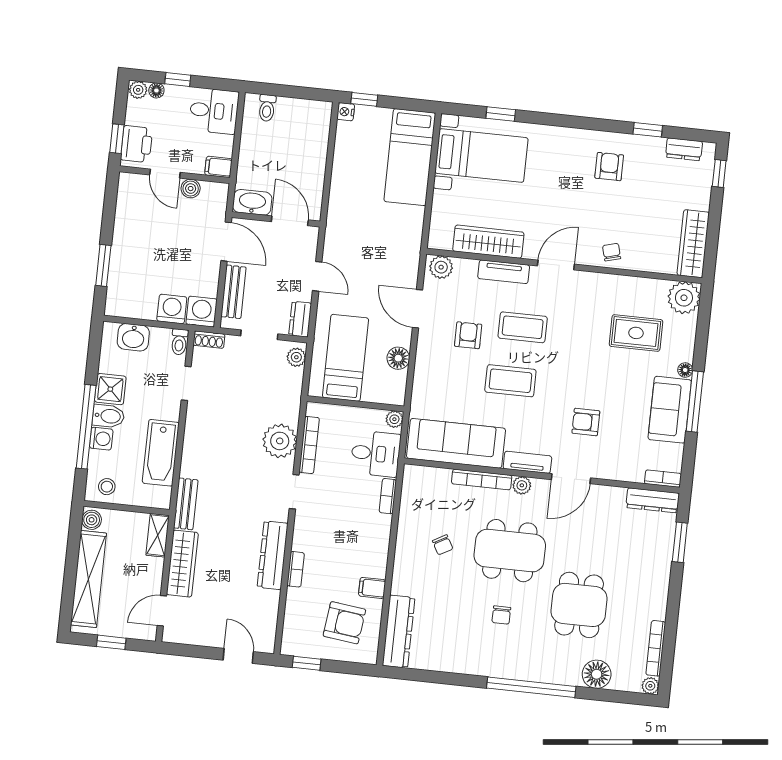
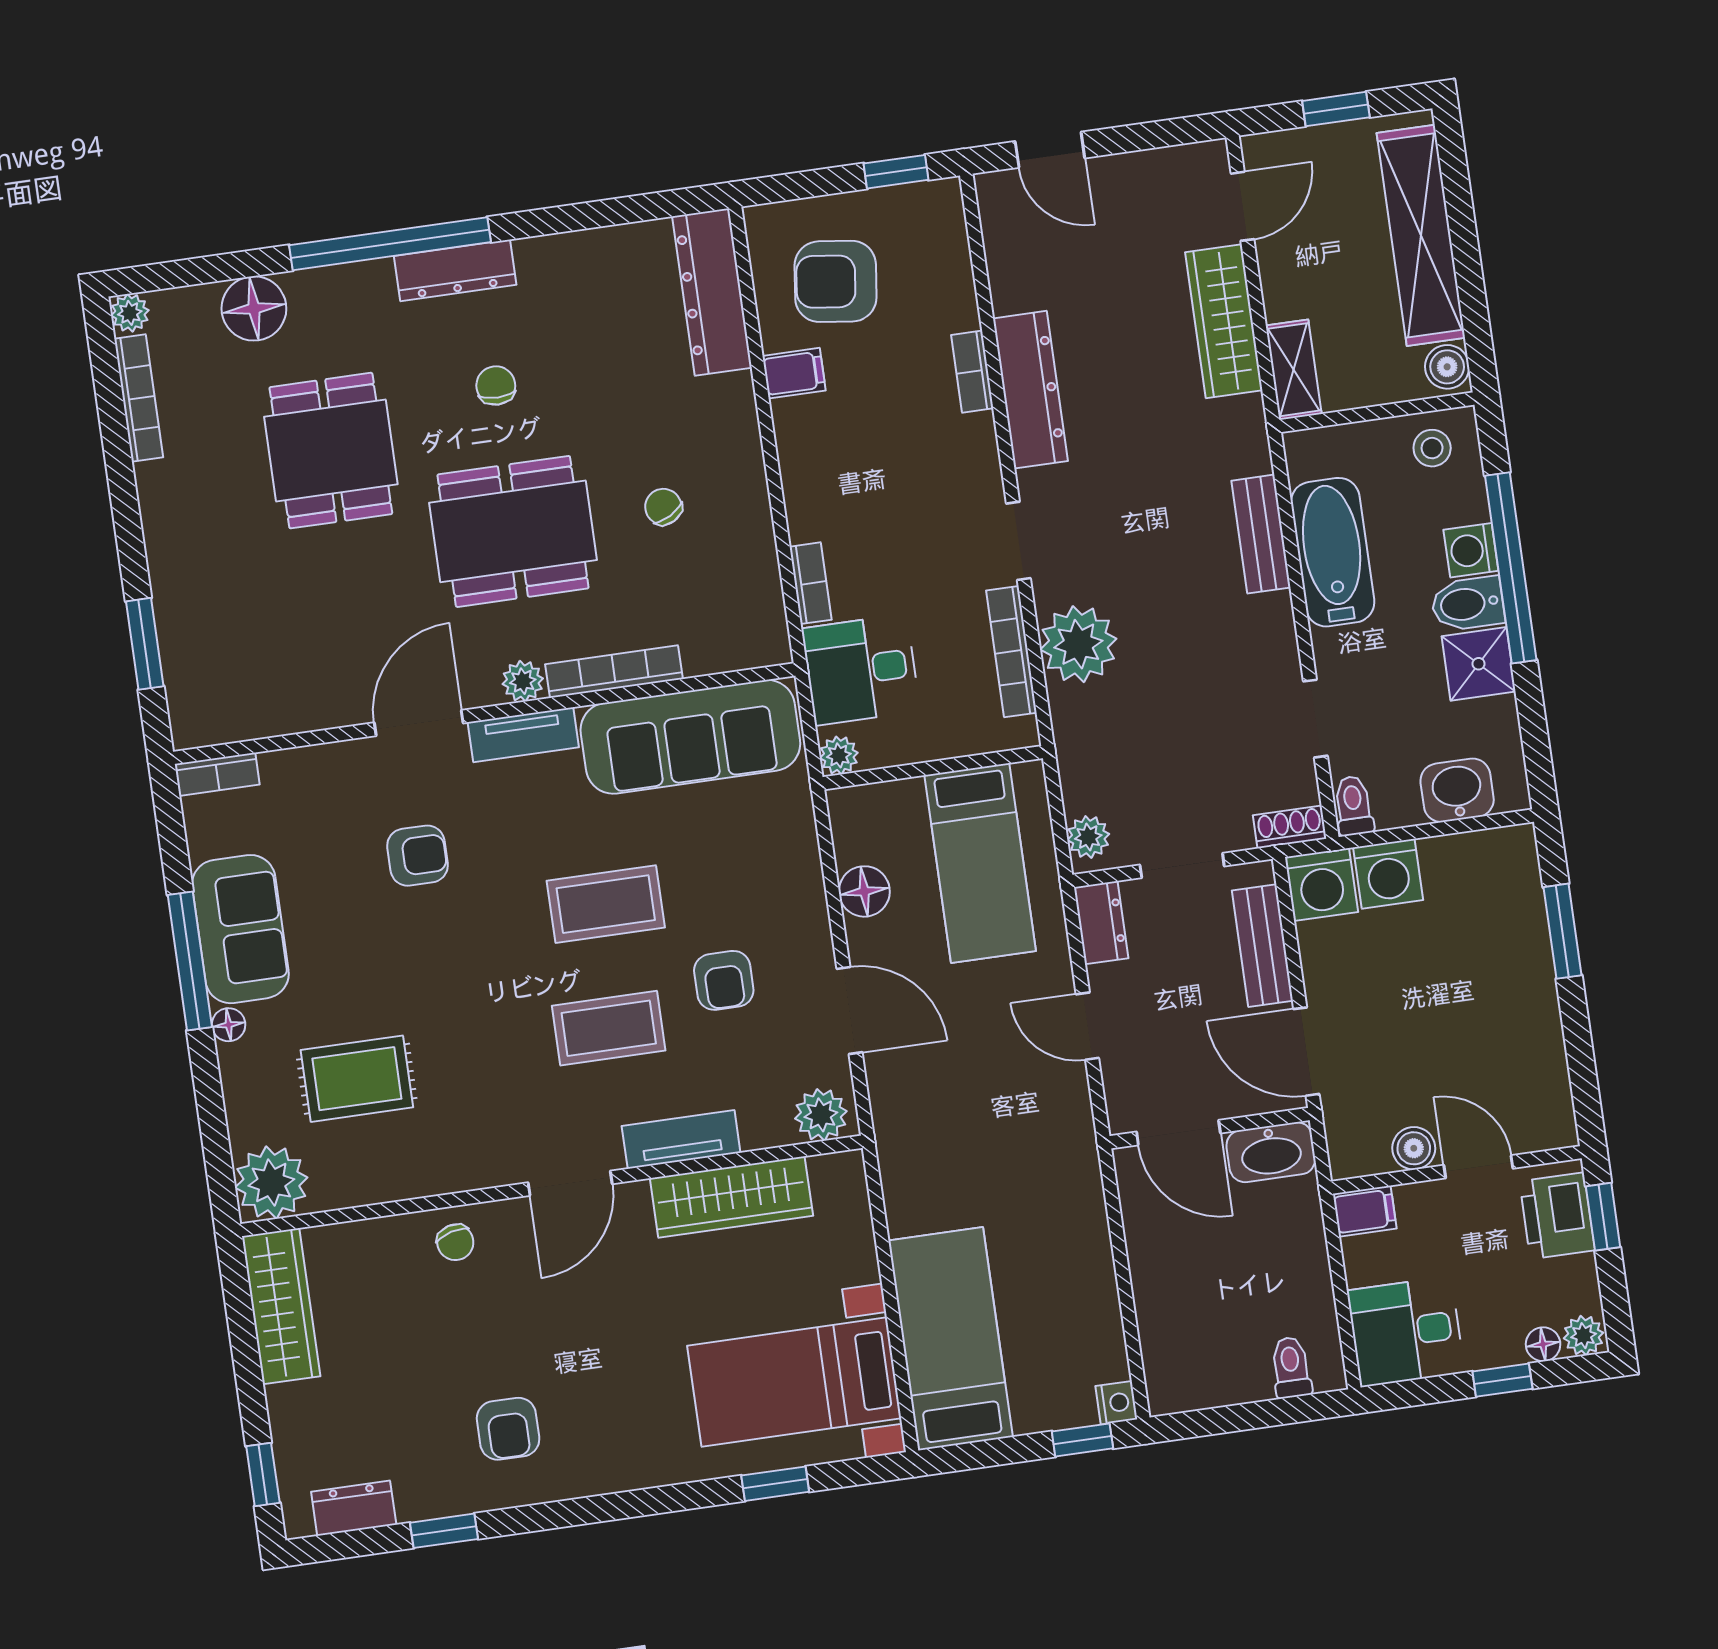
dresser: (653, 500) -> (455, 270), moved, turned 180
bench: (186, 504) -> (1261, 534), moved

